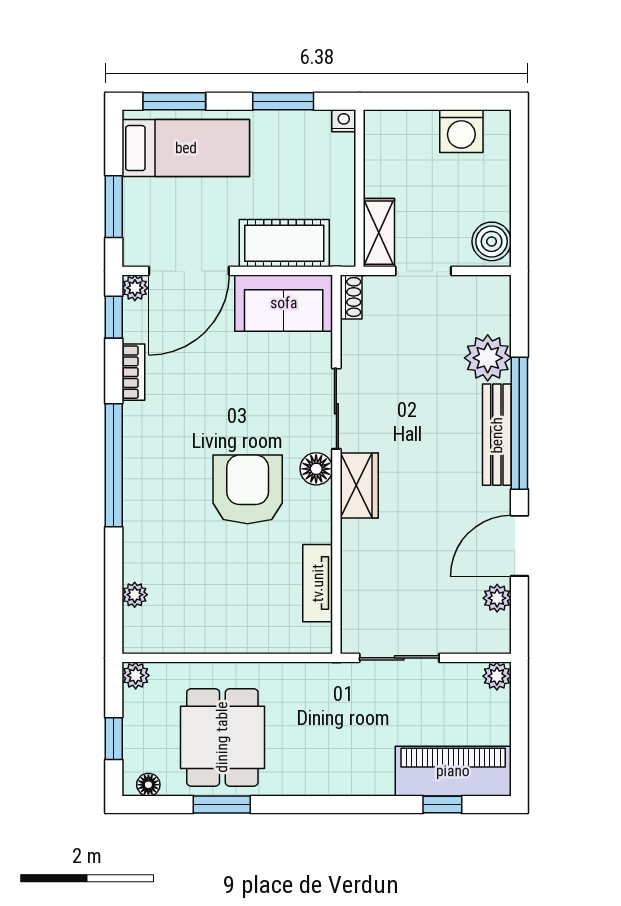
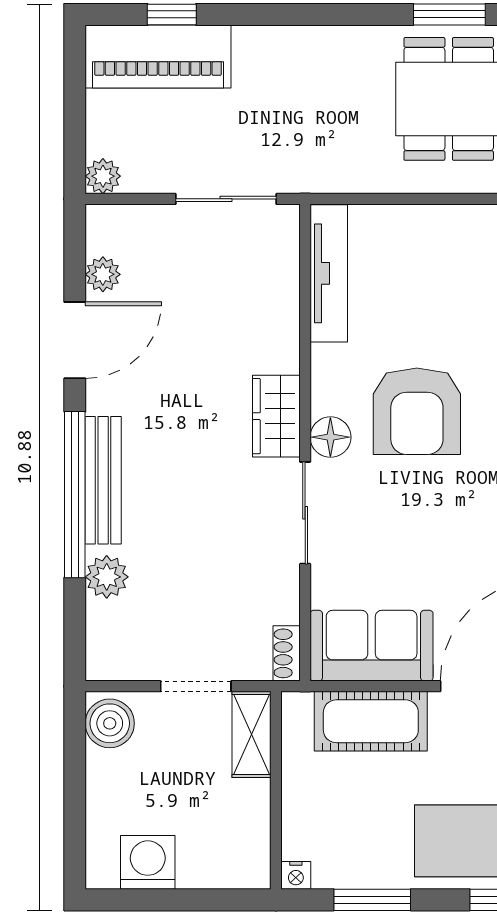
plant: (488, 358) -> (107, 577), width x0.73, depth x0.73
tv unit: (318, 583) -> (329, 273), width x1.41

